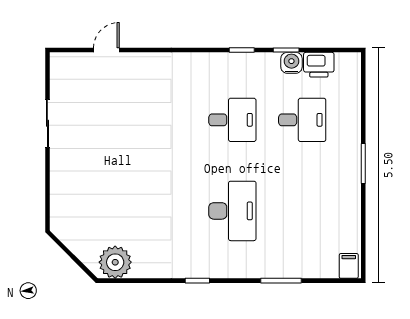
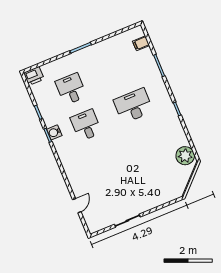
door: (106, 50) -> (77, 206), swing flipped
water cooler: (291, 63) -> (54, 132), moved
printer: (319, 65) -> (34, 76), moved, turned 90
filing cabinet: (349, 266) -> (141, 43), moved

